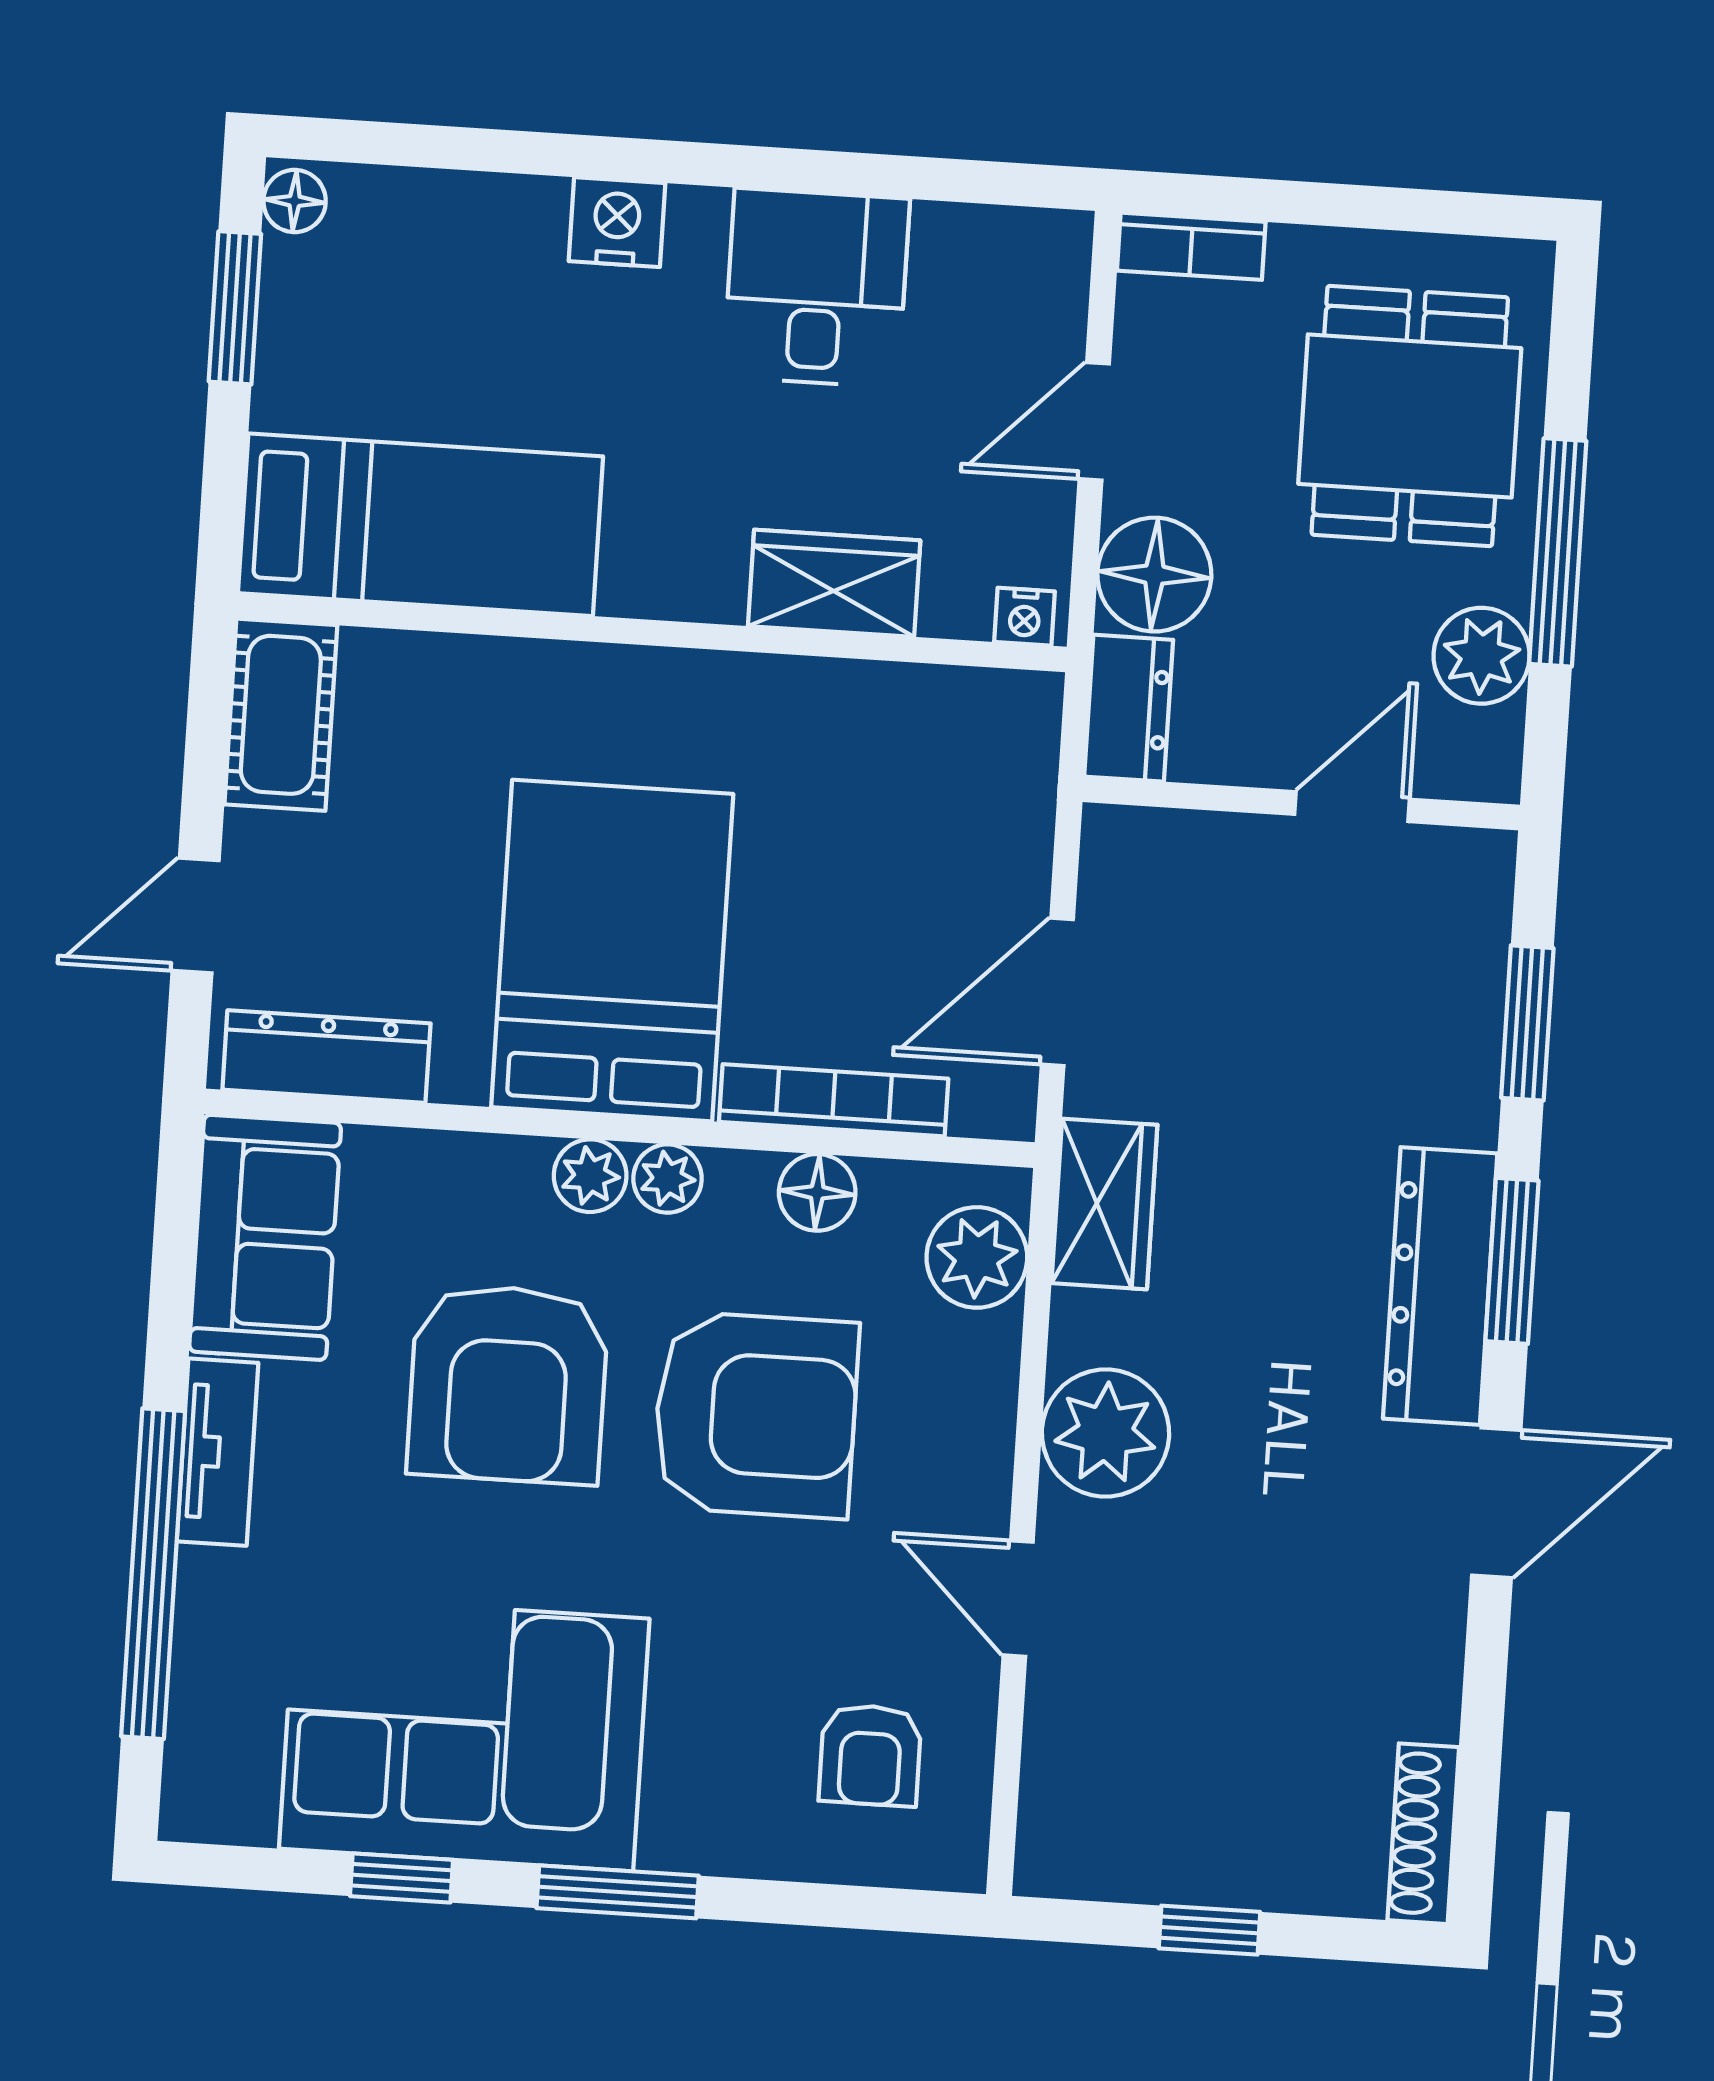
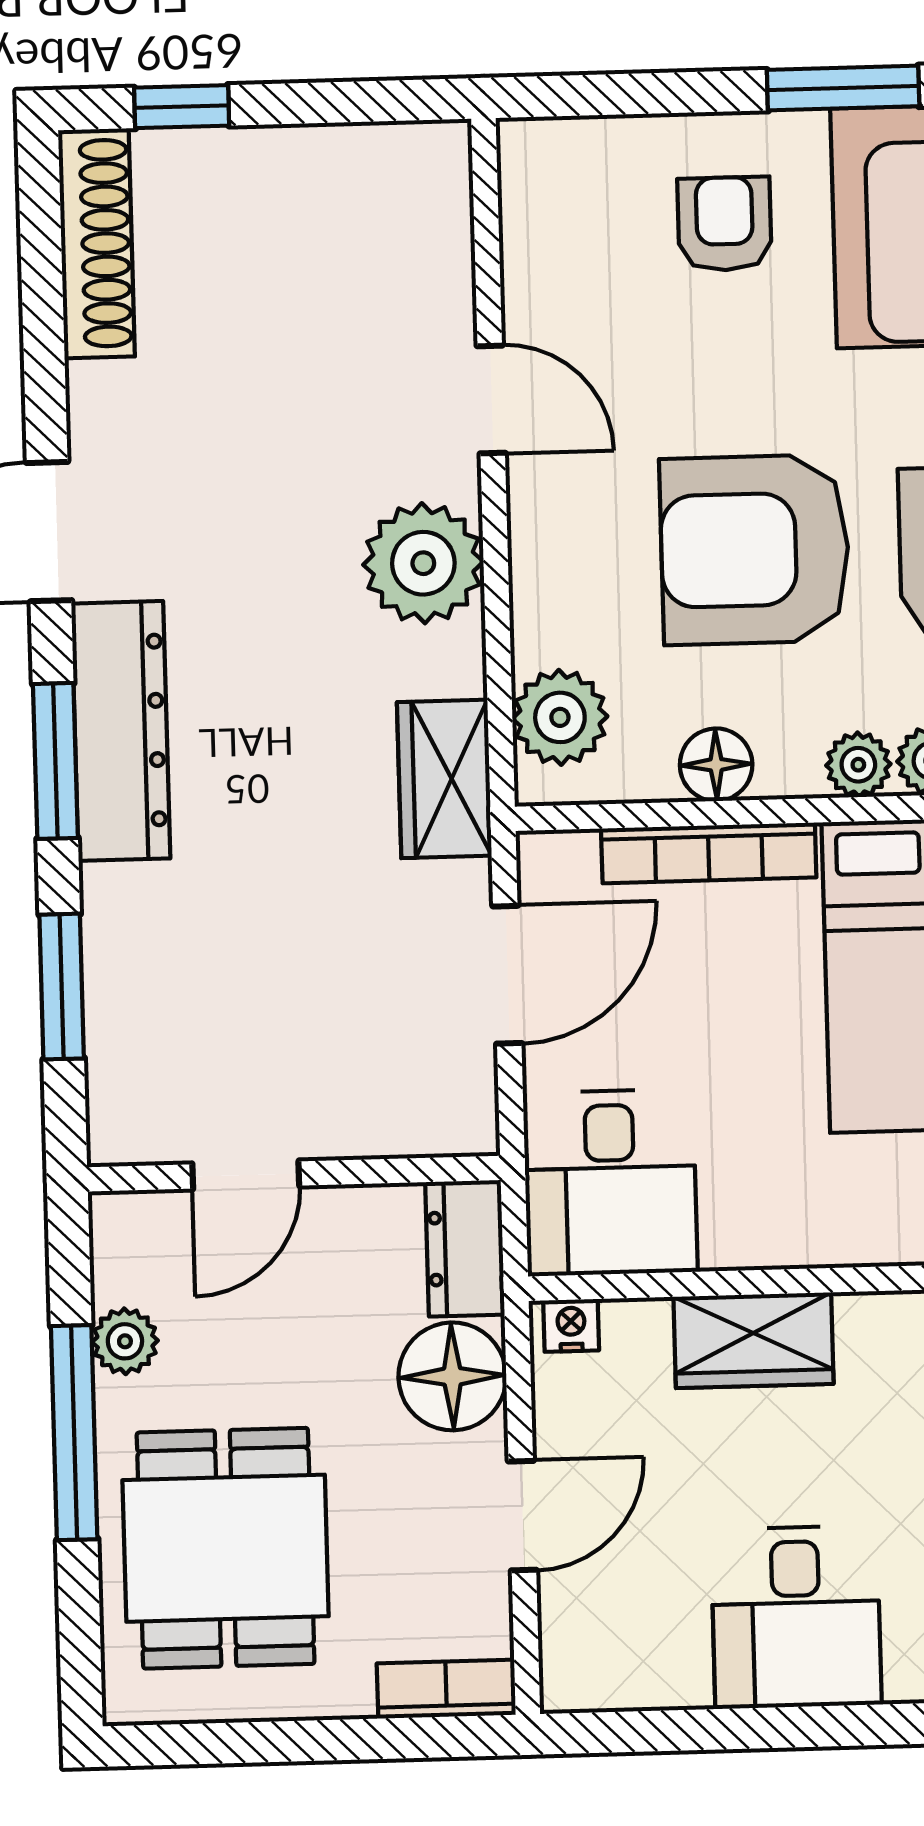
plant: (1481, 656) -> (125, 1341), width x0.73, depth x0.73
desk: (969, 763) -> (610, 1182), added
armchair: (870, 1755) -> (725, 224), moved
shoe rack: (1423, 1834) -> (96, 243), width x1.36, depth x1.24
window: (1209, 1930) -> (182, 107), moved

